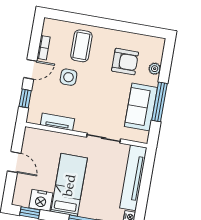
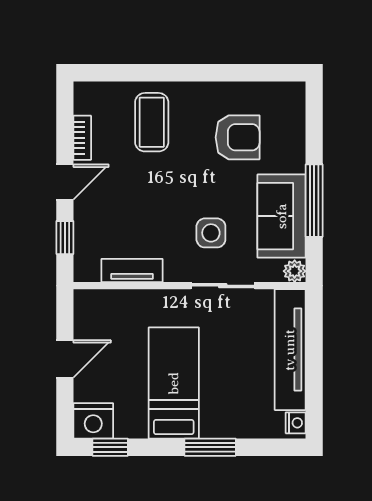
plant: (155, 69) -> (295, 271), moved
side table: (68, 77) -> (211, 233), moved
door: (14, 162) -> (65, 359), hinge flipped
nightstand: (41, 200) -> (93, 421), moved

